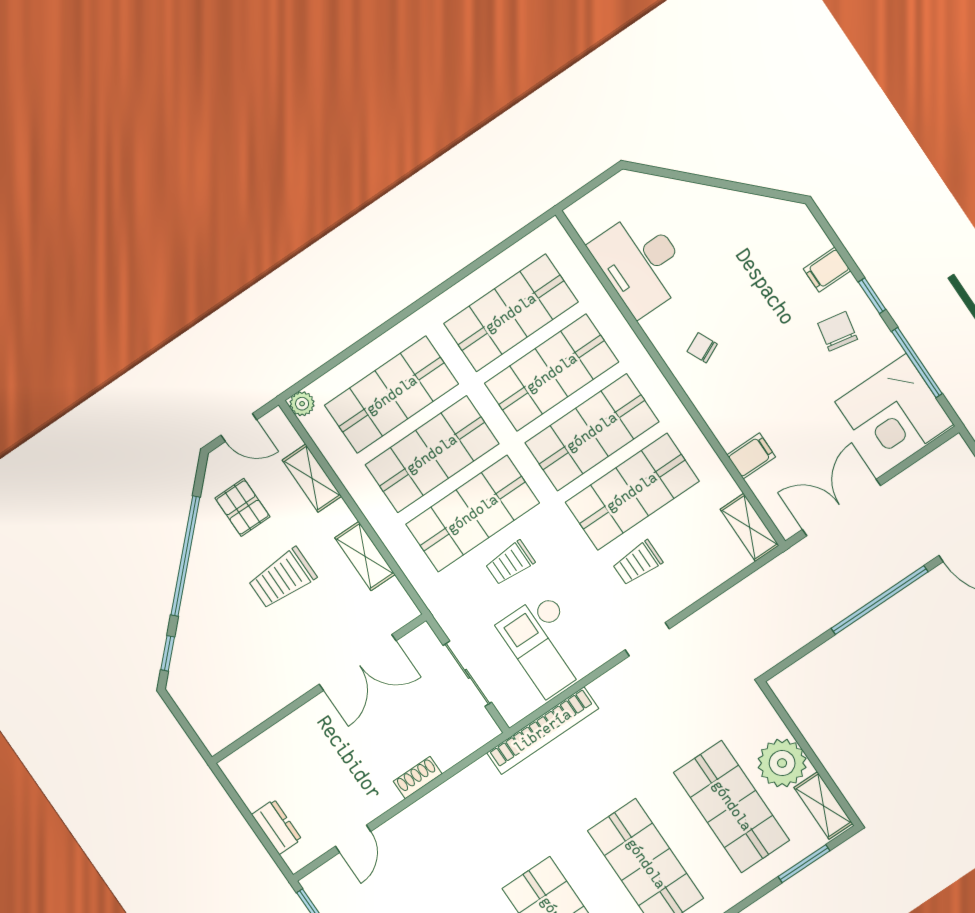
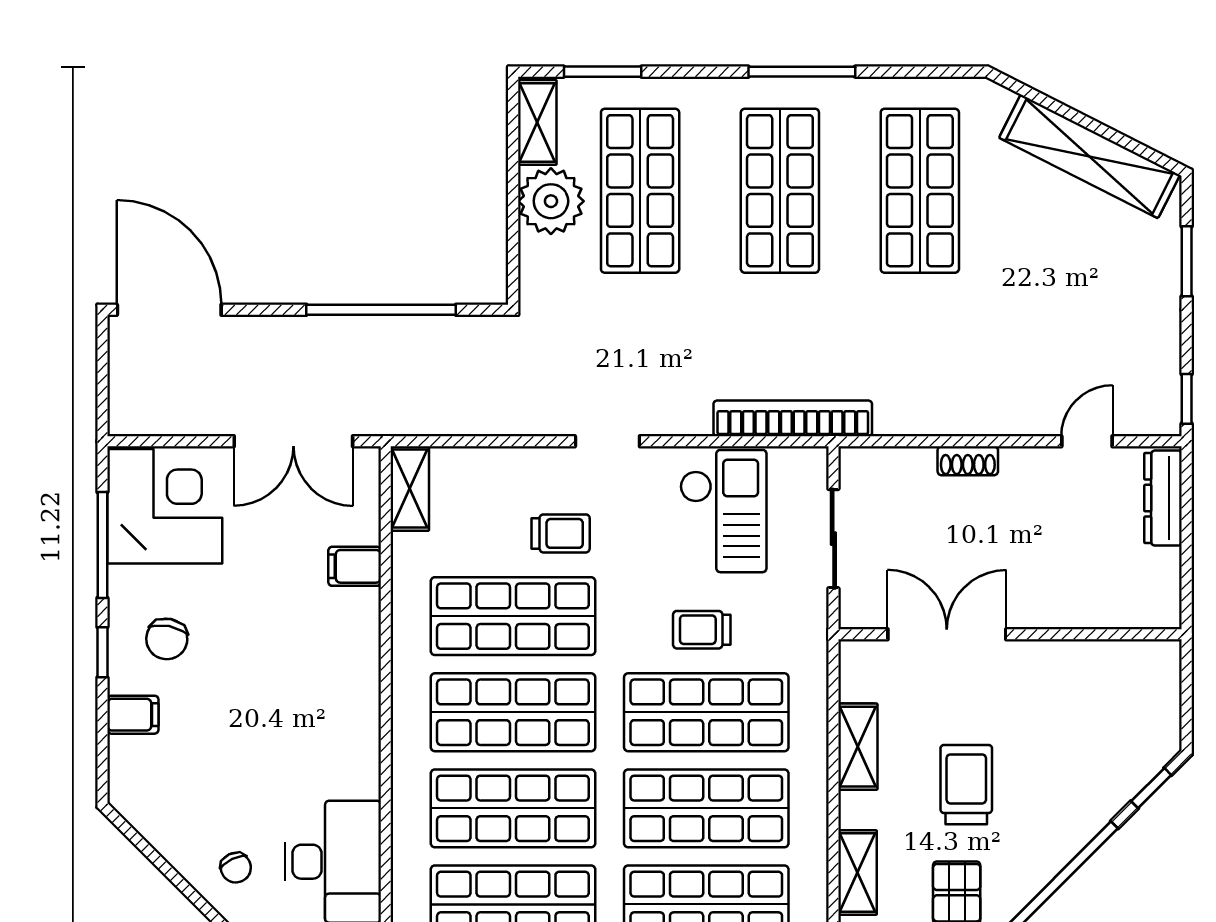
chair: (702, 348) -> (236, 868), moved
trolley: (510, 563) -> (702, 630), turned 180
trolley: (282, 578) -> (966, 785), turned -90
window: (880, 600) -> (381, 310), moved
dresser: (277, 827) -> (1163, 498), width x1.44

